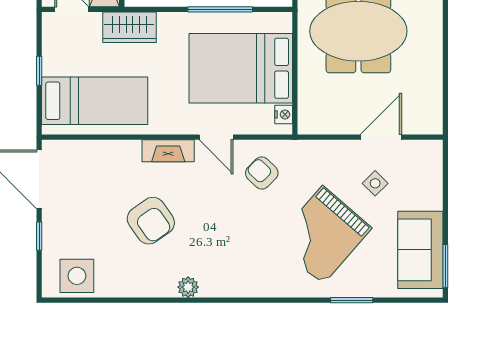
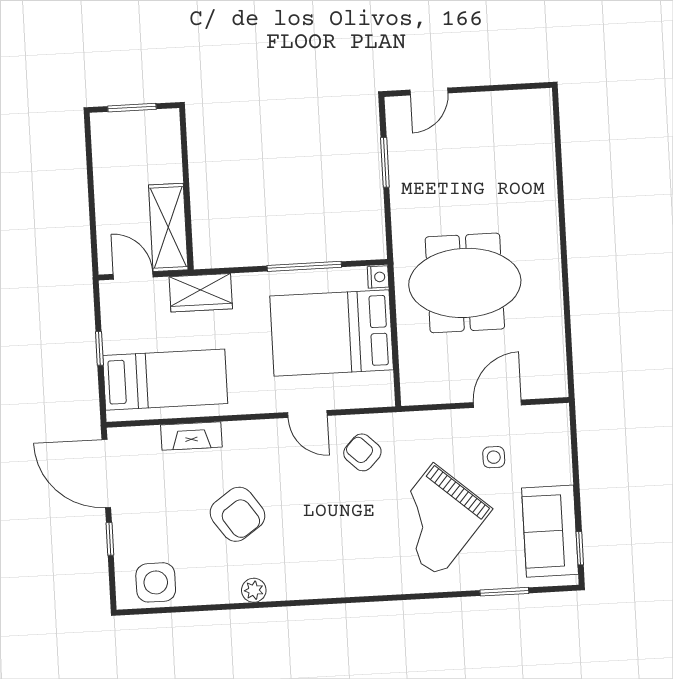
nightstand: (284, 114) -> (378, 277), moved
fireplace: (168, 151) -> (191, 436), moved
side table: (375, 183) -> (494, 457), turned 45
window: (445, 266) -> (580, 548), width x0.67
plant: (188, 287) -> (254, 590), moved
window: (352, 300) -> (504, 592), moved

